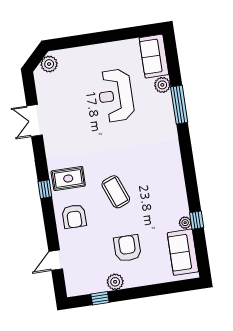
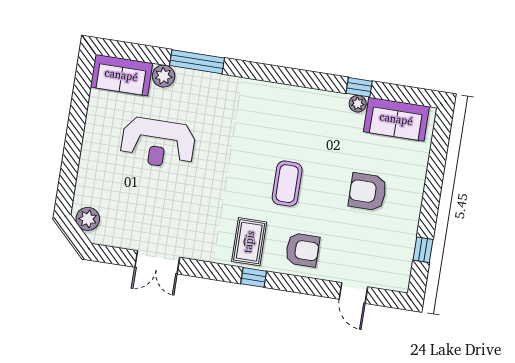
coffee table: (116, 192) -> (287, 184), turned -69
plant: (115, 282) -> (407, 222), removed

